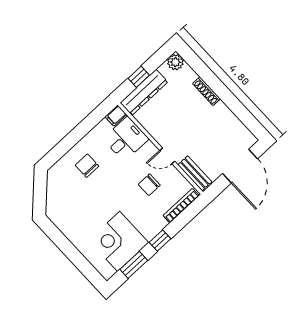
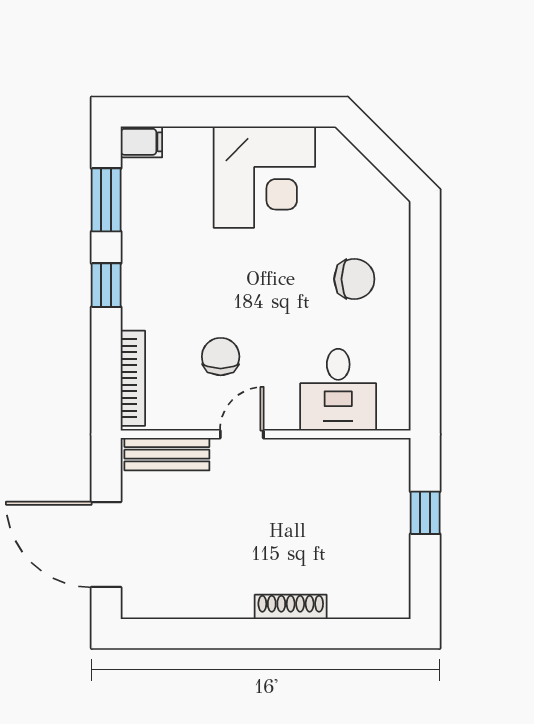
plant: (175, 62) -> (391, 600), removed
dresser: (144, 92) -> (390, 497), removed
filing cabinet: (116, 116) -> (141, 142), moved, turned 90
corner desk: (119, 241) -> (264, 177), moved, turned 90

